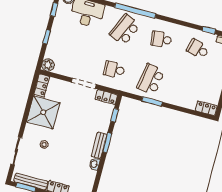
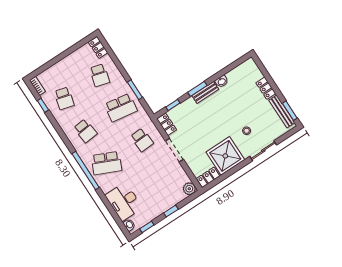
school desk: (187, 89) -> (100, 75), added
sliding door: (16, 151) -> (263, 151), moved

